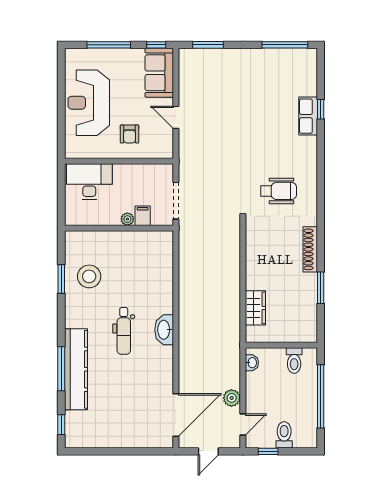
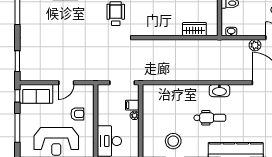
washbasin: (164, 330) -> (219, 91), moved

